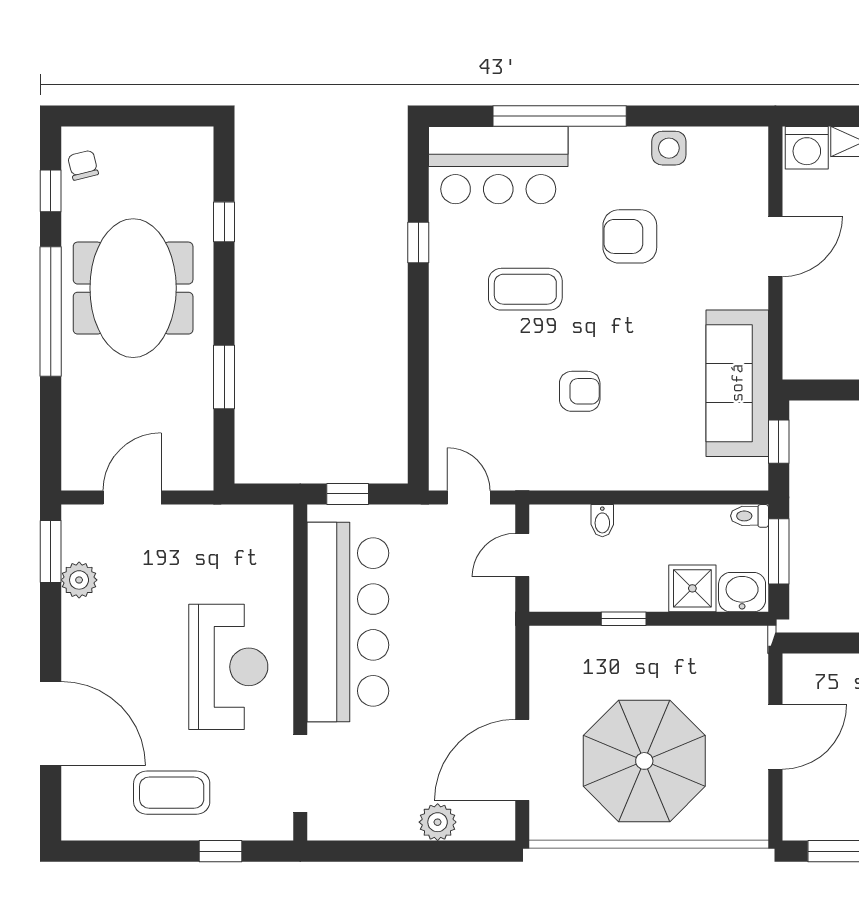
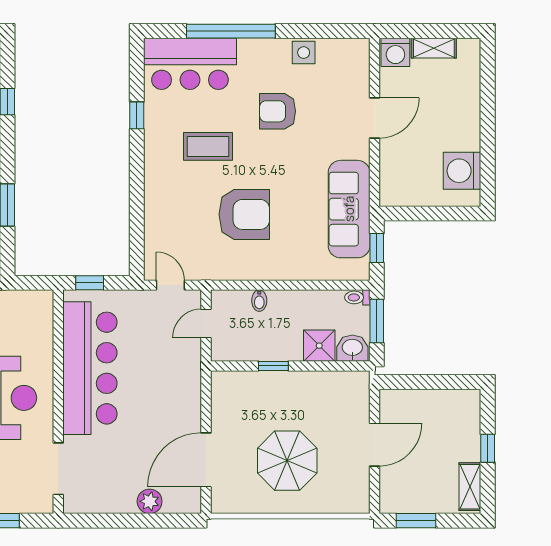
armchair: (580, 391) -> (244, 214), width x1.88, depth x1.88
parasol: (644, 761) -> (287, 461), width x0.73, depth x0.73

